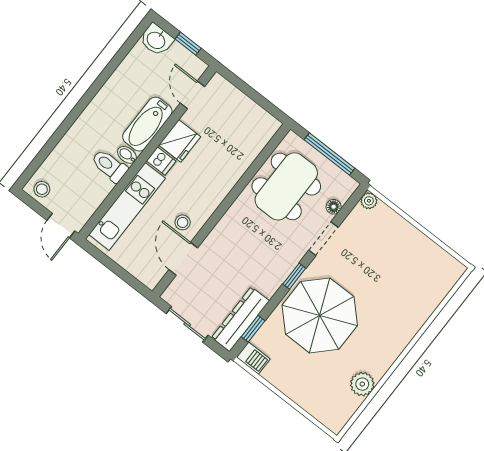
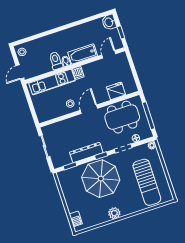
fridge: (180, 141) -> (116, 91), moved, turned 180
door: (183, 259) -> (89, 109), moved
sun lounger: (402, 269) -> (147, 182), added
dresser: (240, 319) -> (86, 152), moved
barbecue: (253, 358) -> (76, 219), moved
plant: (362, 384) -> (114, 213), moved

